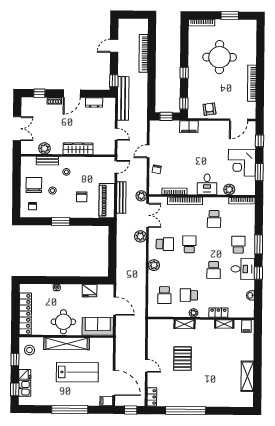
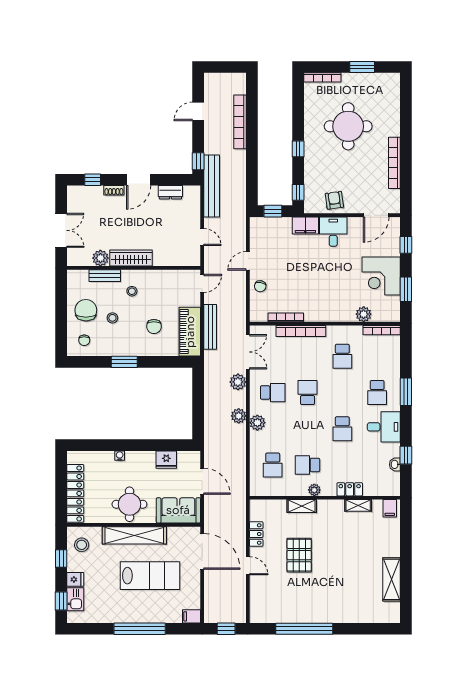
wardrobe: (78, 149) -> (131, 258), moved
desk: (207, 184) -> (333, 232), moved, turned 180
plant: (141, 196) -> (239, 416), moved
school desk: (238, 245) -> (377, 393), turned 180
window: (258, 273) -> (406, 455), moved
door: (114, 383) -> (202, 551), moved
locker: (152, 397) -> (256, 534), moved

